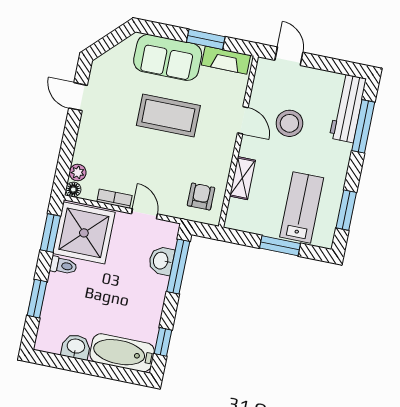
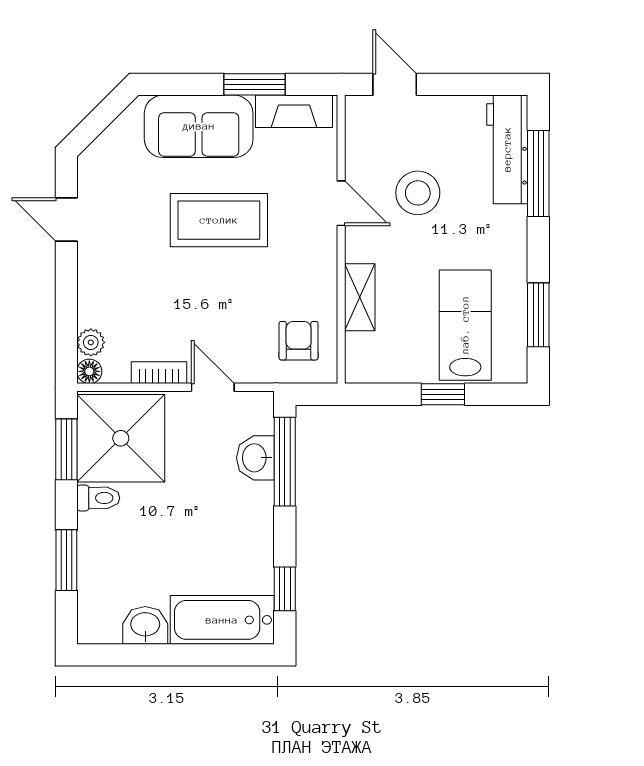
window: (280, 246) -> (443, 394), width x0.67

